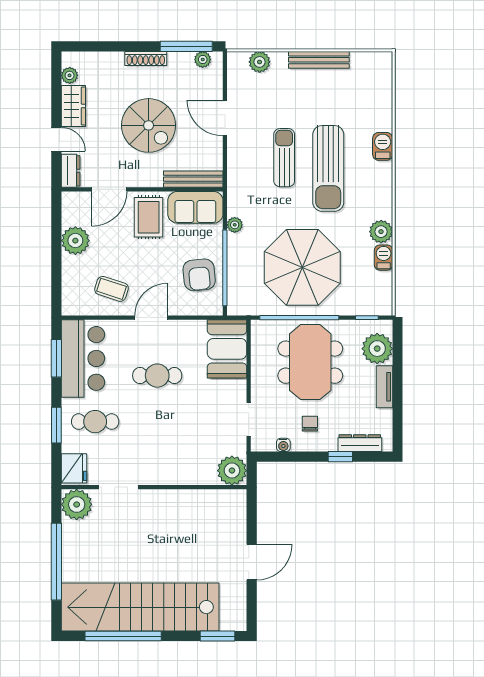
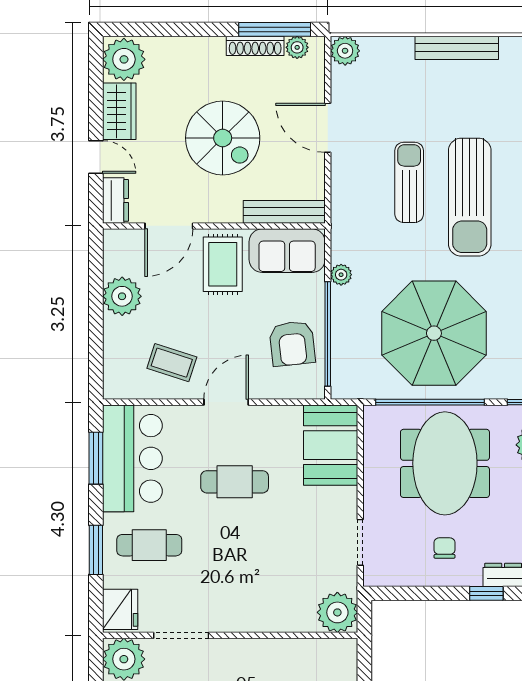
shoe rack: (146, 58) -> (255, 46), moved
plant: (260, 62) -> (345, 51), moved
plant: (70, 75) -> (124, 59), width x1.87, depth x1.87
water cooler: (283, 445) -> (408, 577), removed

